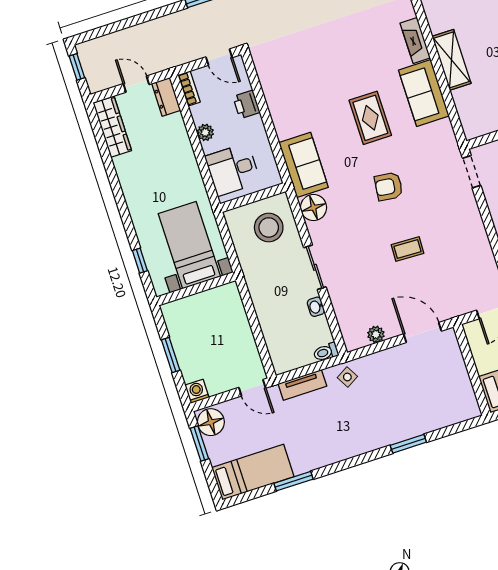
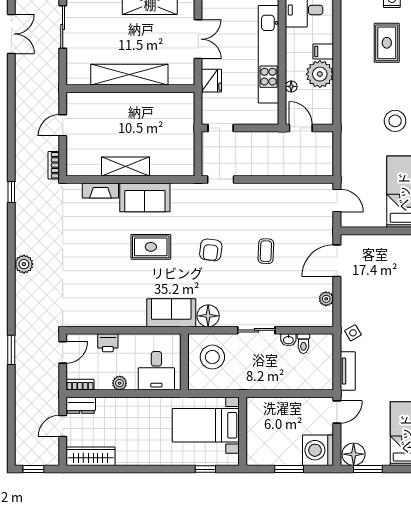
toilet: (326, 352) -> (303, 344), moved
washing machine: (197, 391) -> (318, 450), width x1.89, depth x1.89

